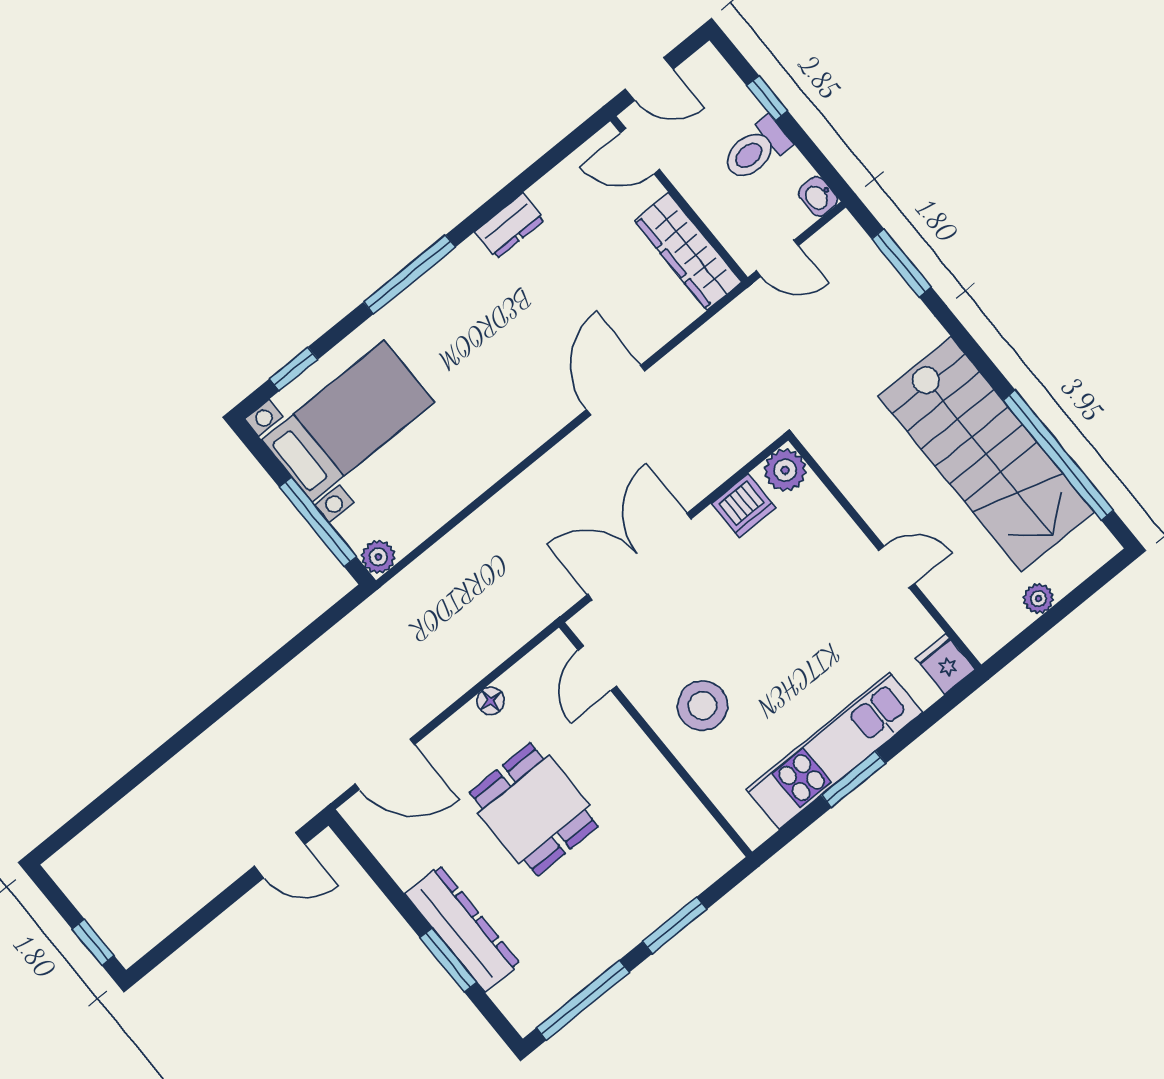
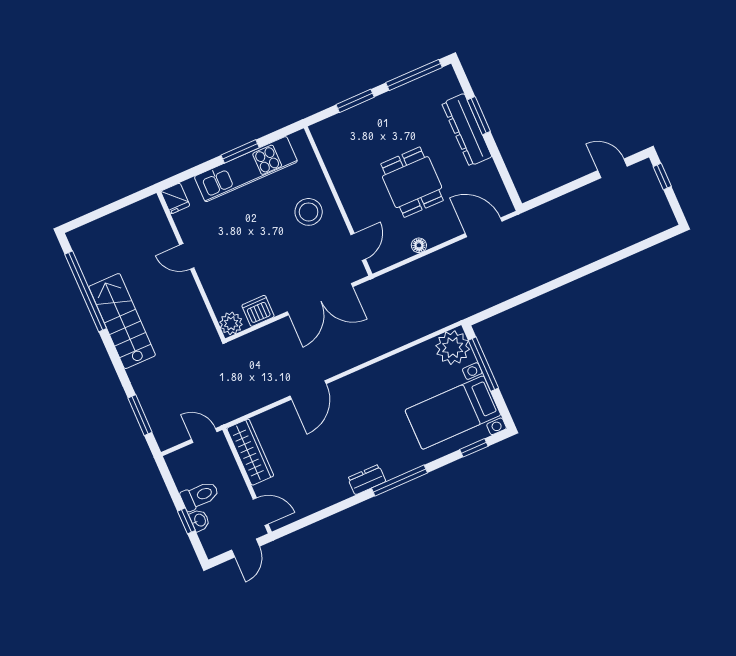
door: (649, 79) -> (245, 548), swing flipped
washbasin: (818, 197) -> (200, 520), moved
dresser: (510, 226) -> (367, 480), moved
stairs: (986, 454) -> (122, 321), width x0.73, depth x0.66
plant: (378, 557) -> (453, 348), width x1.87, depth x1.87
plant: (1038, 599) -> (117, 219), removed
door: (280, 855) -> (613, 168), moved

